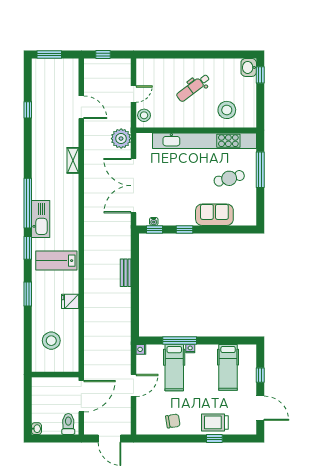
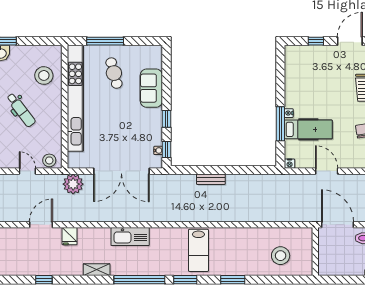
shelving: (73, 160) -> (97, 270), moved
kitchen sink: (41, 219) -> (130, 237), moved, turned 180
fridge: (70, 301) -> (70, 236), moved
hospital bed: (228, 367) -> (308, 74), removed

